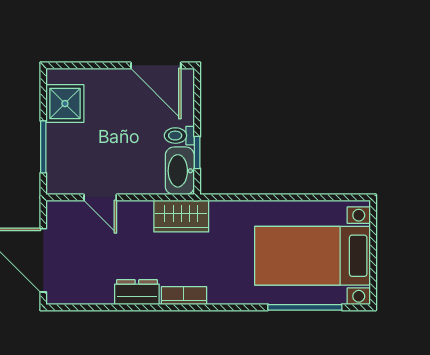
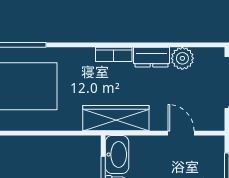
wardrobe: (181, 216) -> (116, 118), width x1.50
plant: (98, 290) -> (182, 58), added

